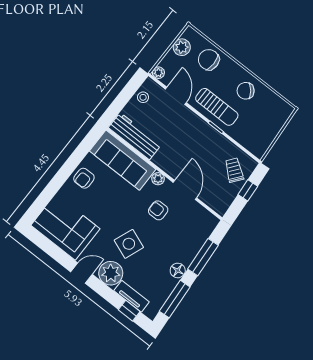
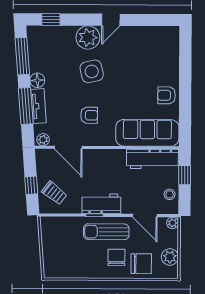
chair: (246, 91) -> (116, 257), moved, turned -52
window: (119, 103) -> (185, 175), added
workbench: (203, 132) -> (101, 204), added
armchair: (84, 178) -> (167, 95), turned -90
plant: (158, 179) -> (43, 140), moved
door: (185, 190) -> (68, 147), moved
corner sofa: (65, 227) -> (151, 46), removed
side table: (129, 244) -> (92, 71), turned -34
tv unit: (132, 296) -> (38, 106), moved, turned -94

